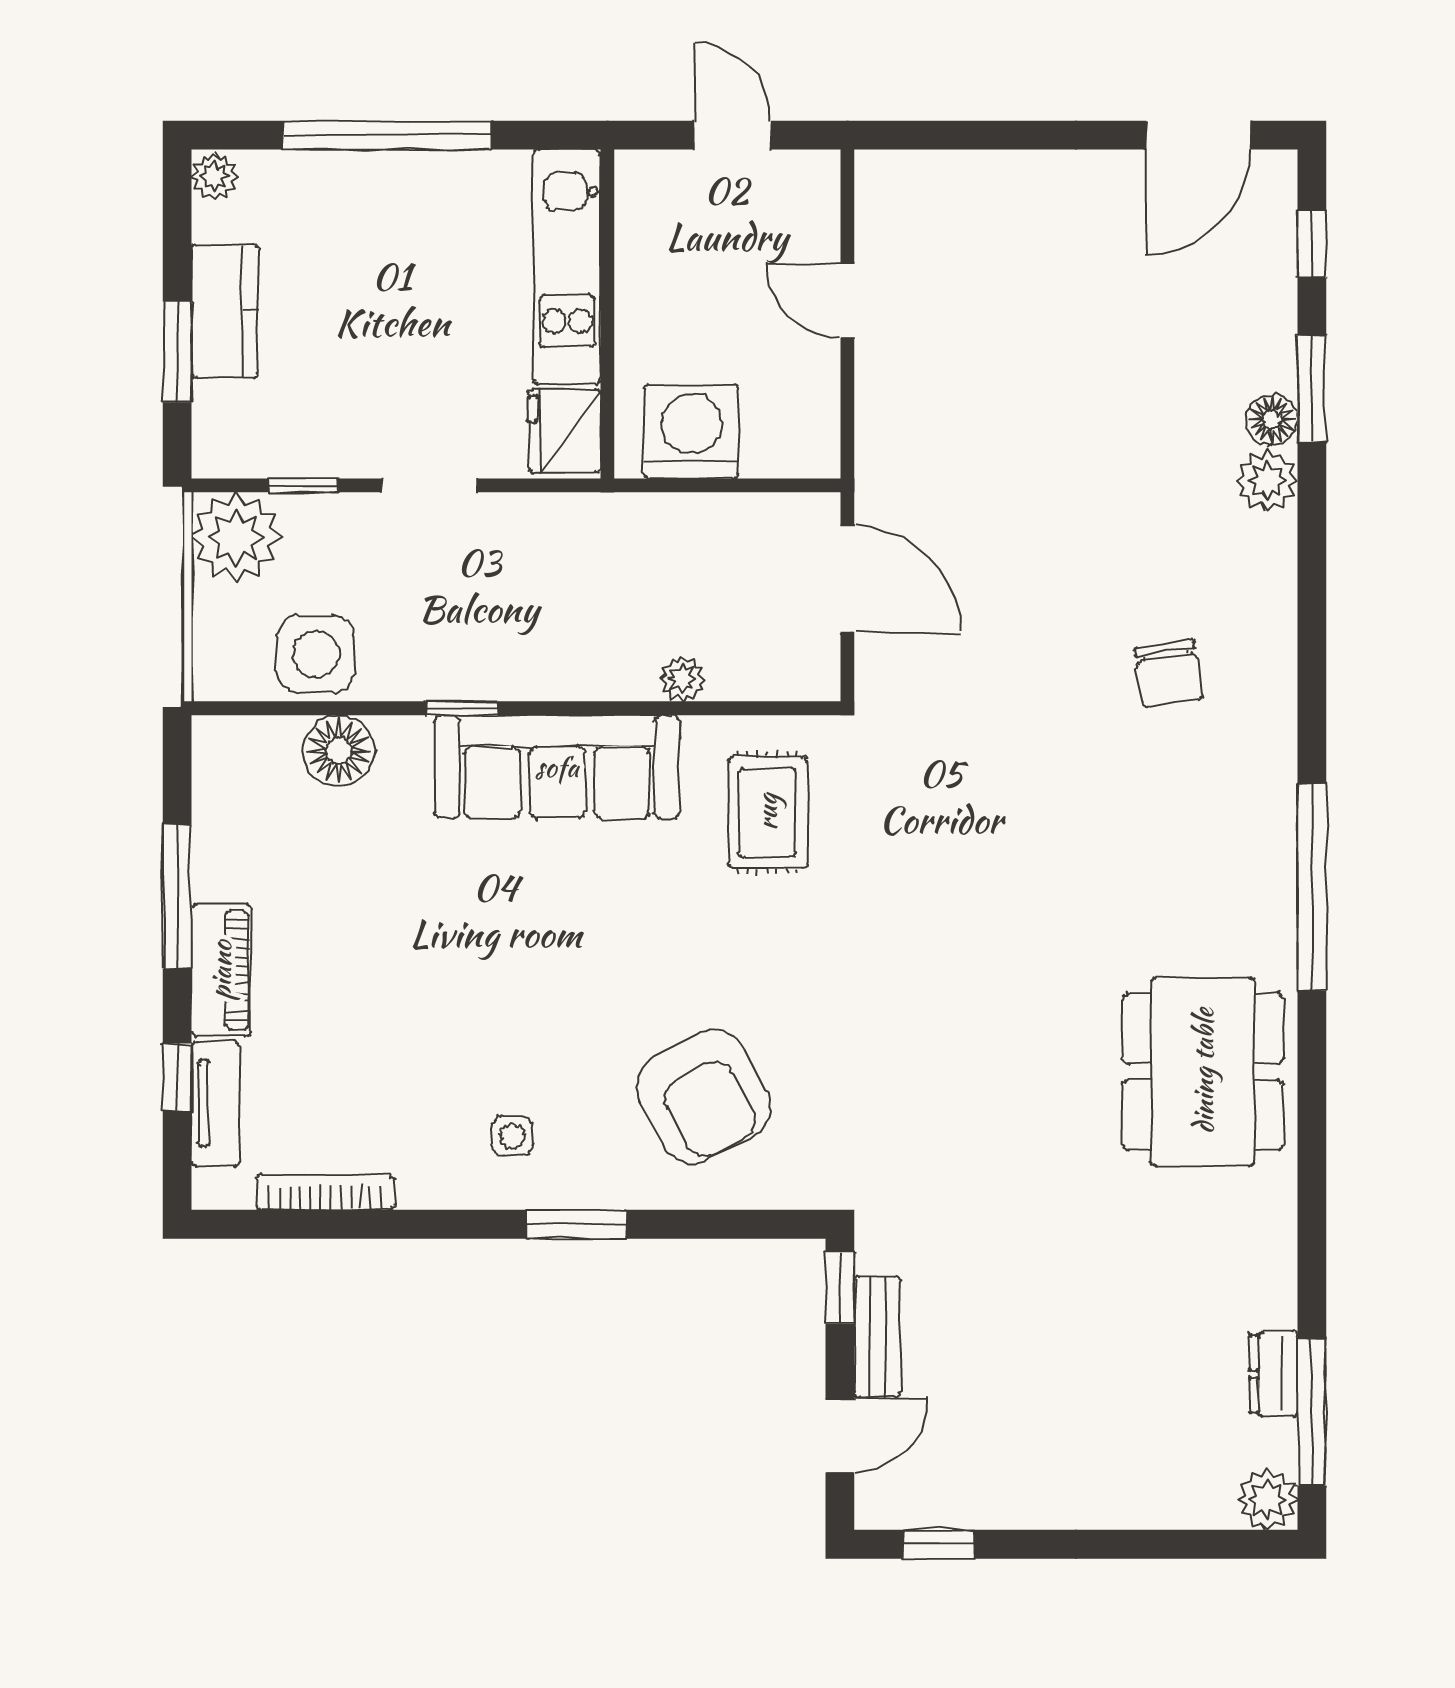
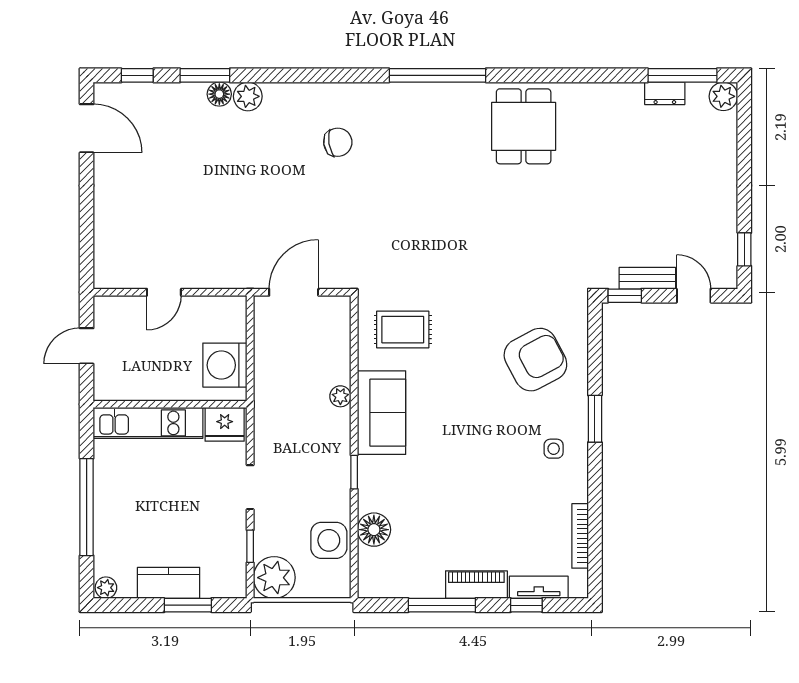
plant: (682, 679) -> (340, 396), moved
sofa: (557, 767) -> (381, 413), width x0.73
dining table: (1203, 1071) -> (524, 126), width x0.73

